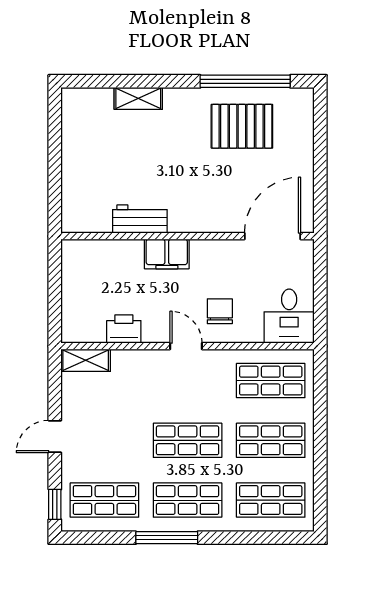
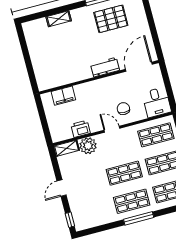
workbench: (140, 219) -> (105, 67), moved
filing cabinet: (167, 254) -> (63, 96), moved
plant: (130, 367) -> (88, 146), added
shop shelf: (104, 500) -> (93, 212), removed
window: (167, 538) -> (139, 218), moved

